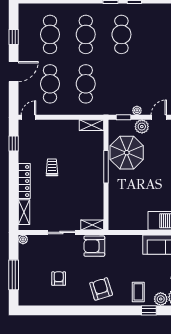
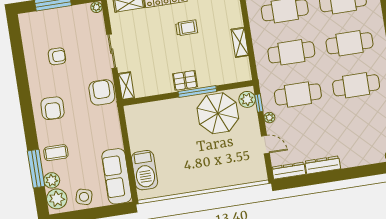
cafe table: (121, 84) -> (298, 94), added
shelving: (91, 125) -> (240, 42), moved
plant: (142, 127) -> (247, 99), moved
pallet: (95, 176) -> (185, 80), added
armchair: (101, 289) -> (53, 108), turned 109
window: (149, 310) -> (36, 169), width x2.17

